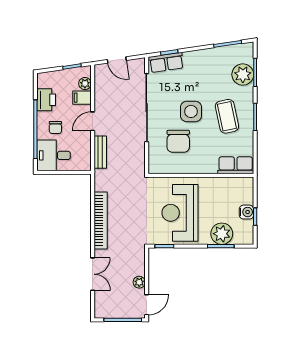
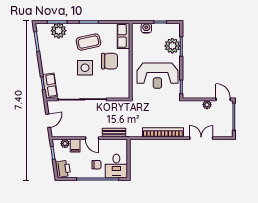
printer: (46, 100) -> (63, 169), moved, turned 82
chair: (178, 141) -> (110, 61), moved
water cooler: (246, 212) -> (146, 28), moved

